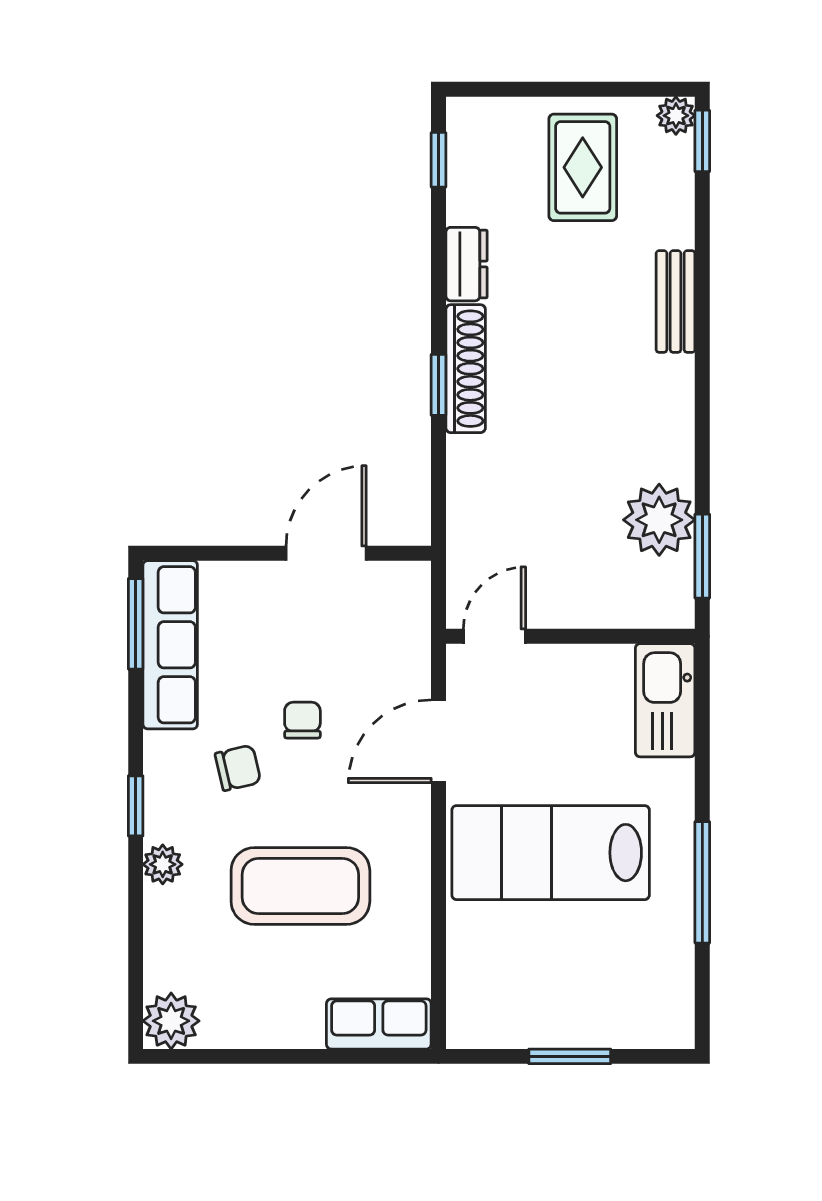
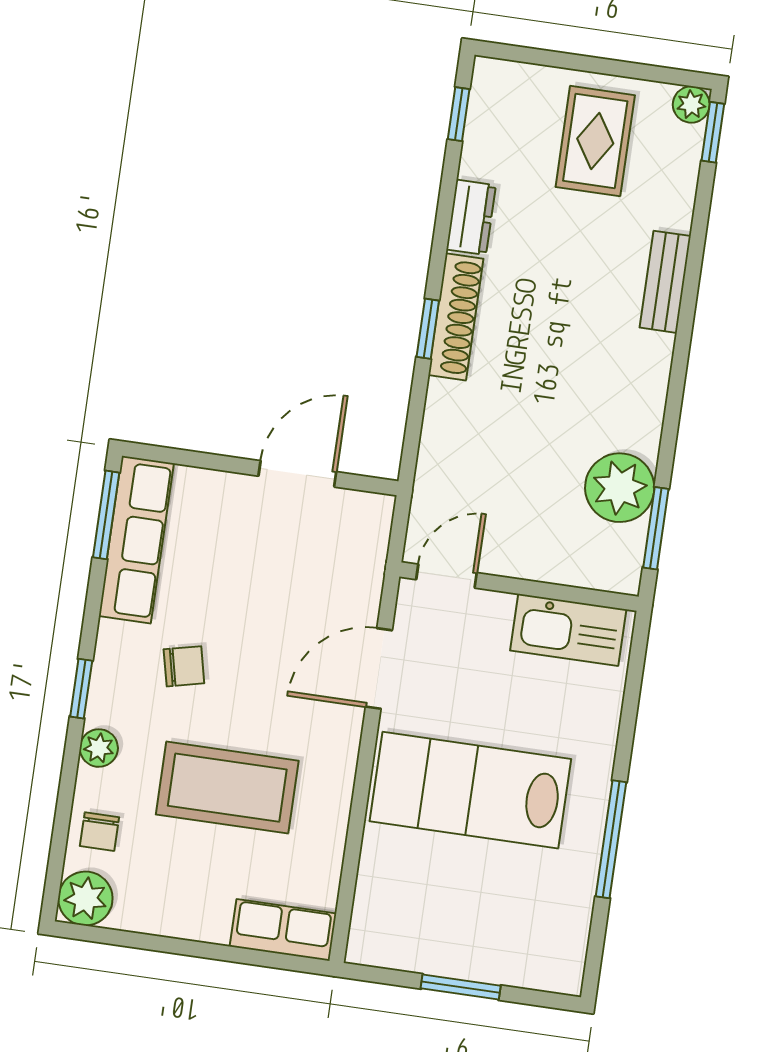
kitchen sink: (665, 700) -> (568, 630), moved, turned -90
chair: (302, 720) -> (99, 832), moved, turned 180

